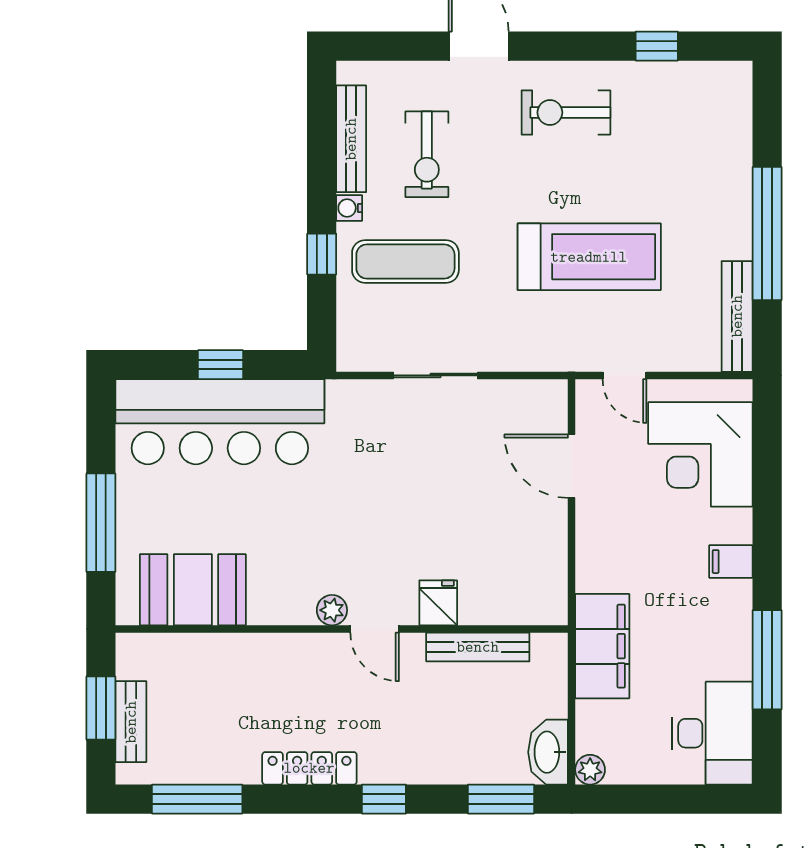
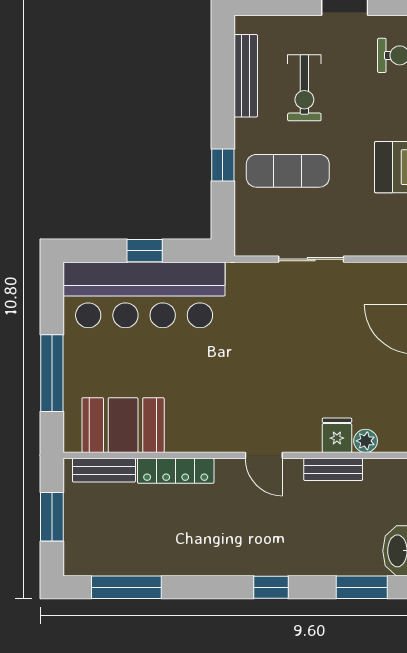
water cooler: (349, 208) -> (244, 129), removed
fridge: (438, 603) -> (337, 435), moved
plant: (332, 610) -> (366, 441), moved
bench: (478, 647) -> (333, 469), width x0.73
bench: (131, 722) -> (104, 470), moved, turned 90
locker: (309, 768) -> (176, 471), moved, turned 180

